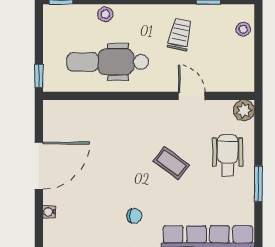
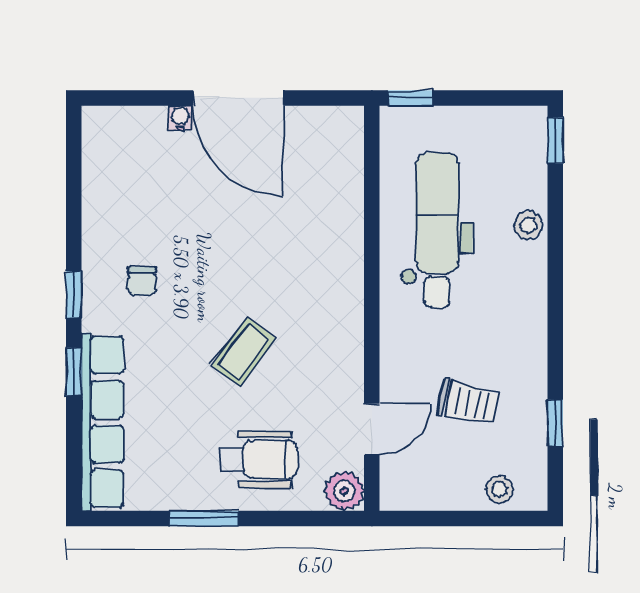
trolley: (180, 34) -> (468, 403), moved
door: (192, 96) -> (372, 429), moved
water cooler: (49, 212) -> (181, 118), moved

